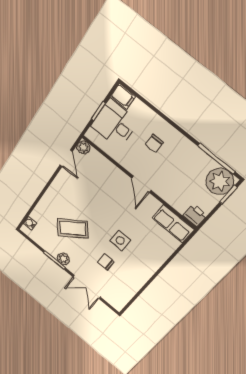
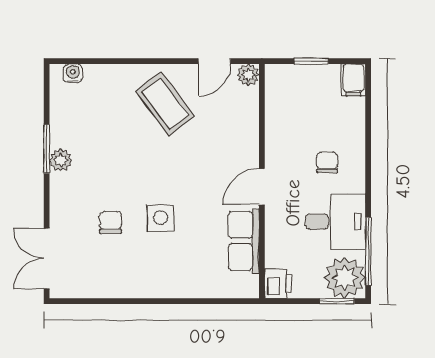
desk: (114, 124) -> (336, 222), moved, turned 90
chair: (154, 143) -> (327, 163), turned 90
row of seats: (173, 224) -> (244, 241), moved
coffee table: (73, 228) -> (165, 104), moved
double door: (87, 287) -> (47, 258), moved

